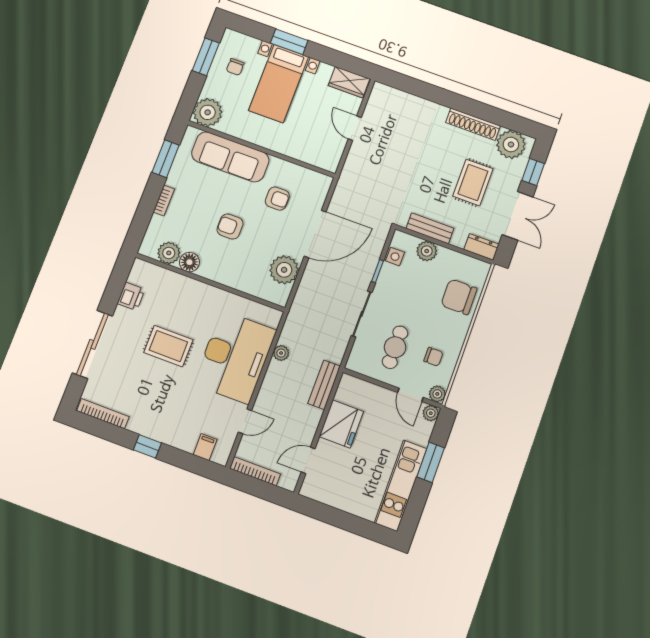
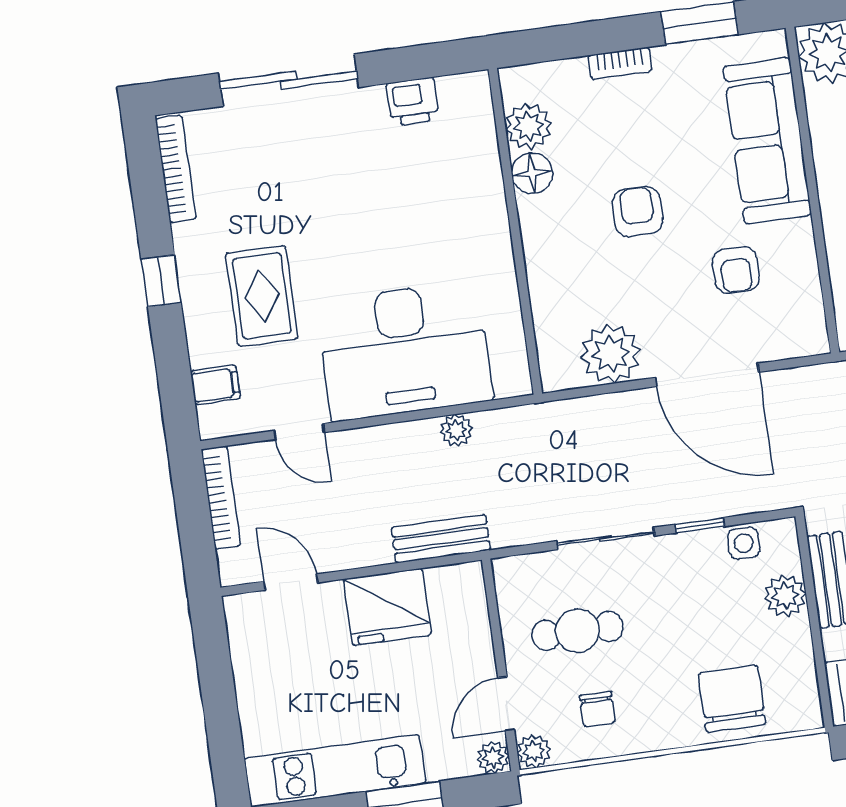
rug: (168, 346) -> (262, 296), moved

